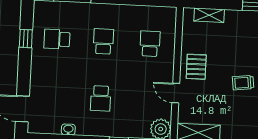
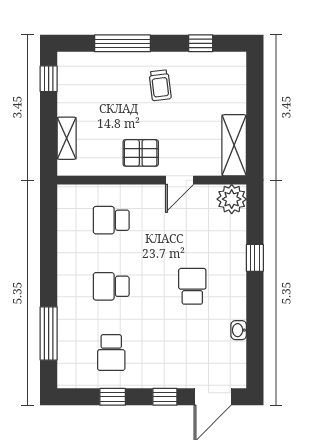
window: (24, 75) -> (165, 397), added
school desk: (101, 98) -> (192, 286), turned -90

